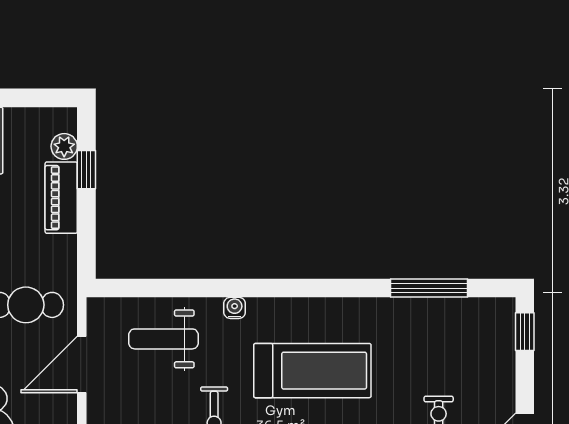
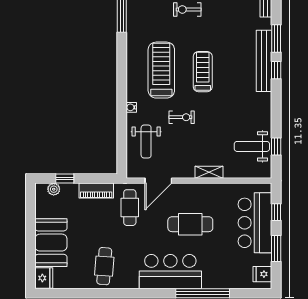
piano: (61, 198) -> (96, 191), moved
door: (82, 365) -> (158, 181), hinge flipped

